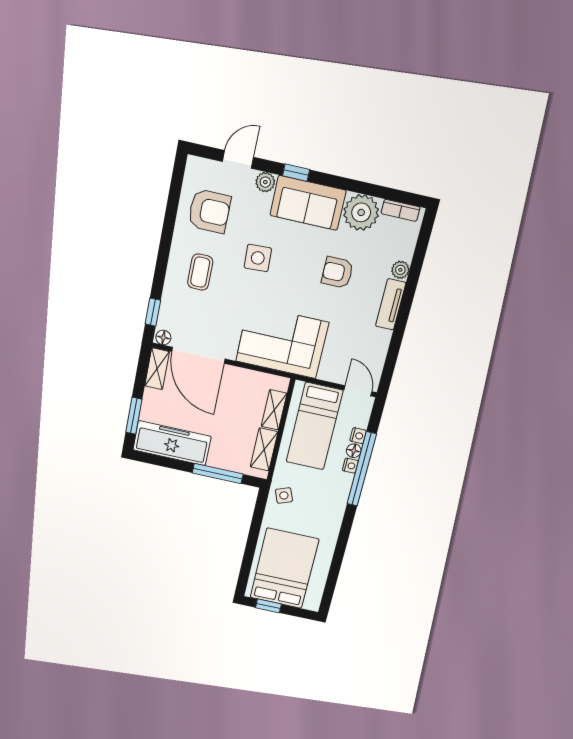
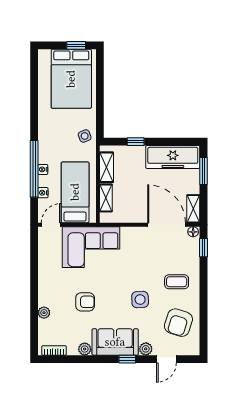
armchair: (209, 211) -> (178, 323), turned -72
plant: (361, 212) -> (85, 349), width x0.53, depth x0.53
coffee table: (200, 272) -> (177, 282), turned 90
tv unit: (391, 304) -> (44, 289), removed
corner sofa: (282, 342) -> (91, 247), moved
door: (358, 391) -> (51, 225), swing flipped
floor lamp: (354, 451) -> (43, 181), removed
window: (218, 474) -> (136, 142), width x0.46

